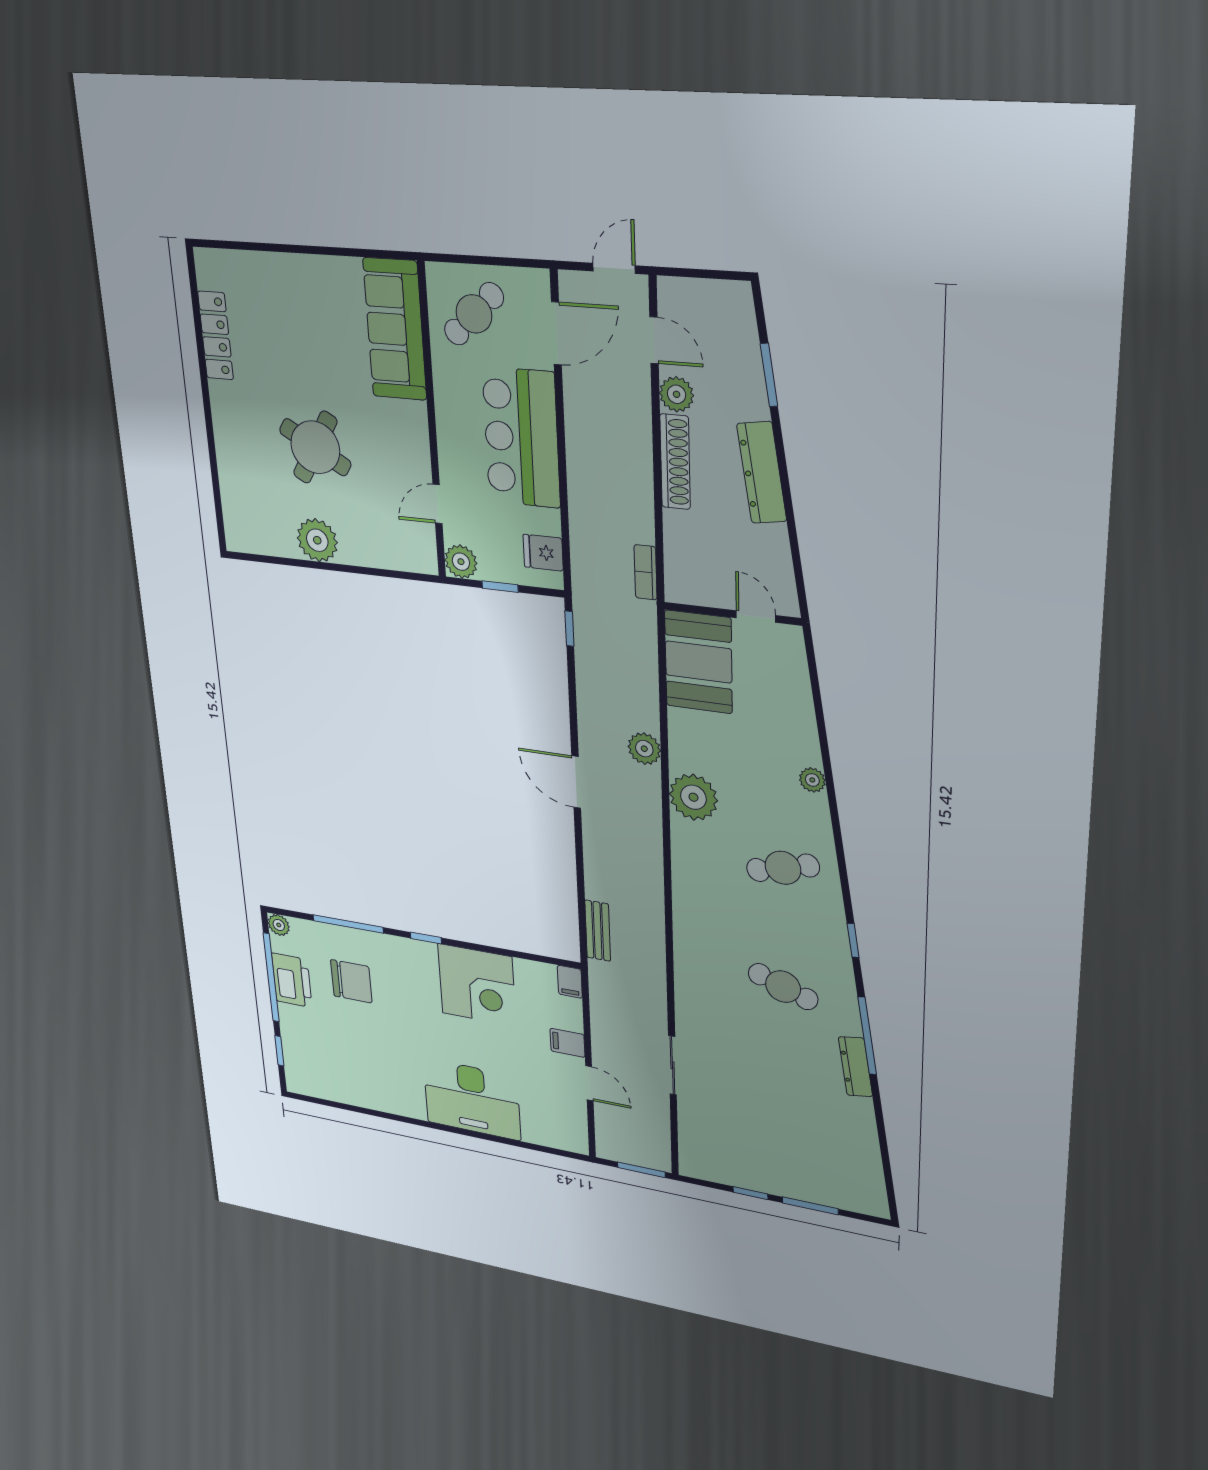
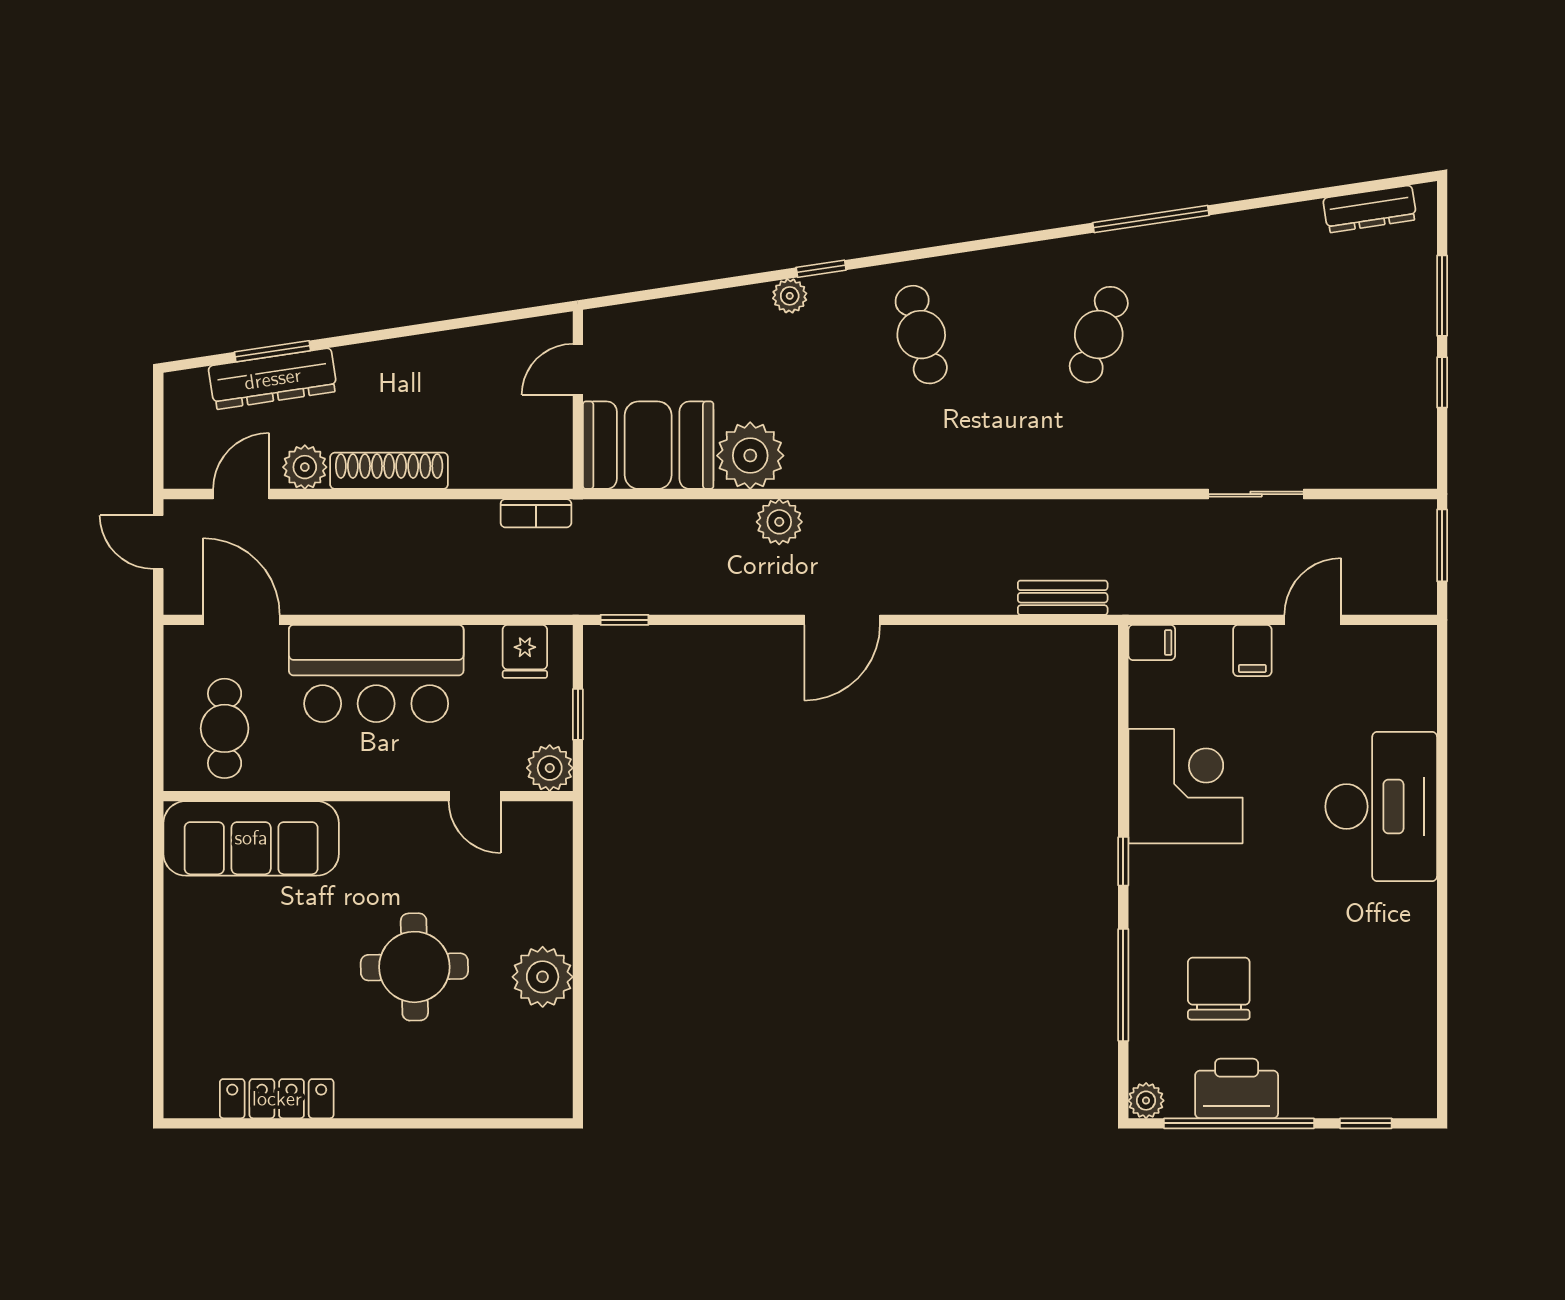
cafe table: (474, 314) -> (225, 728), turned 44
round table: (315, 447) -> (414, 967), turned -31
dresser: (762, 473) -> (273, 379), moved
plant: (693, 797) -> (750, 456), moved
window: (853, 940) -> (821, 269), moved
dresser: (856, 1067) -> (1370, 209), moved

